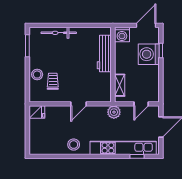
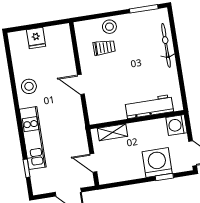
fridge: (37, 112) -> (36, 38), moved
plant: (114, 112) -> (78, 130), removed
kitchen unit: (123, 148) -> (33, 138), width x0.73

